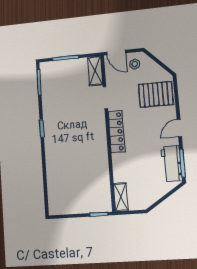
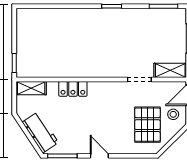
pallet: (156, 94) -> (147, 125), moved
locker: (116, 132) -> (73, 89), moved, width x0.66
workbench: (171, 164) -> (40, 132), moved, turned 57

